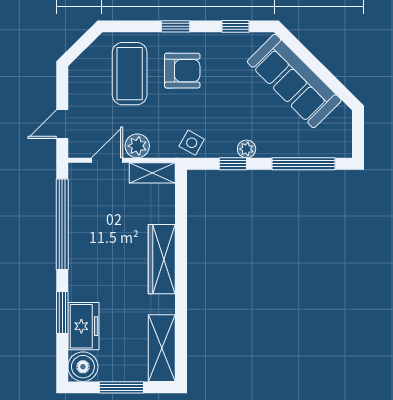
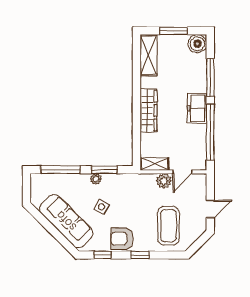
armchair: (182, 71) -> (122, 239), moved
door: (62, 124) -> (210, 209), moved
side table: (192, 143) -> (102, 207), moved
window: (233, 164) -> (104, 170), width x1.50
window: (62, 312) -> (210, 77), width x1.44
freezer: (83, 326) -> (197, 108), moved

